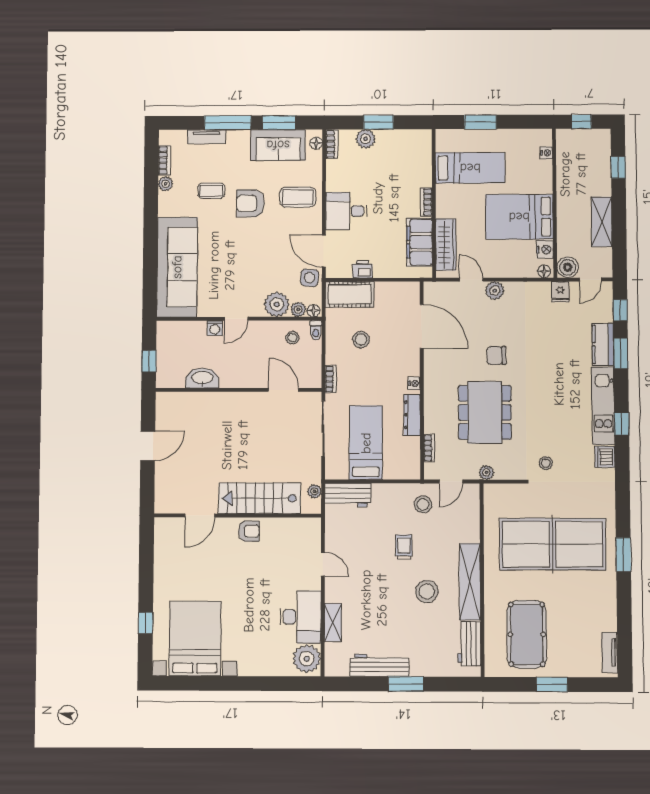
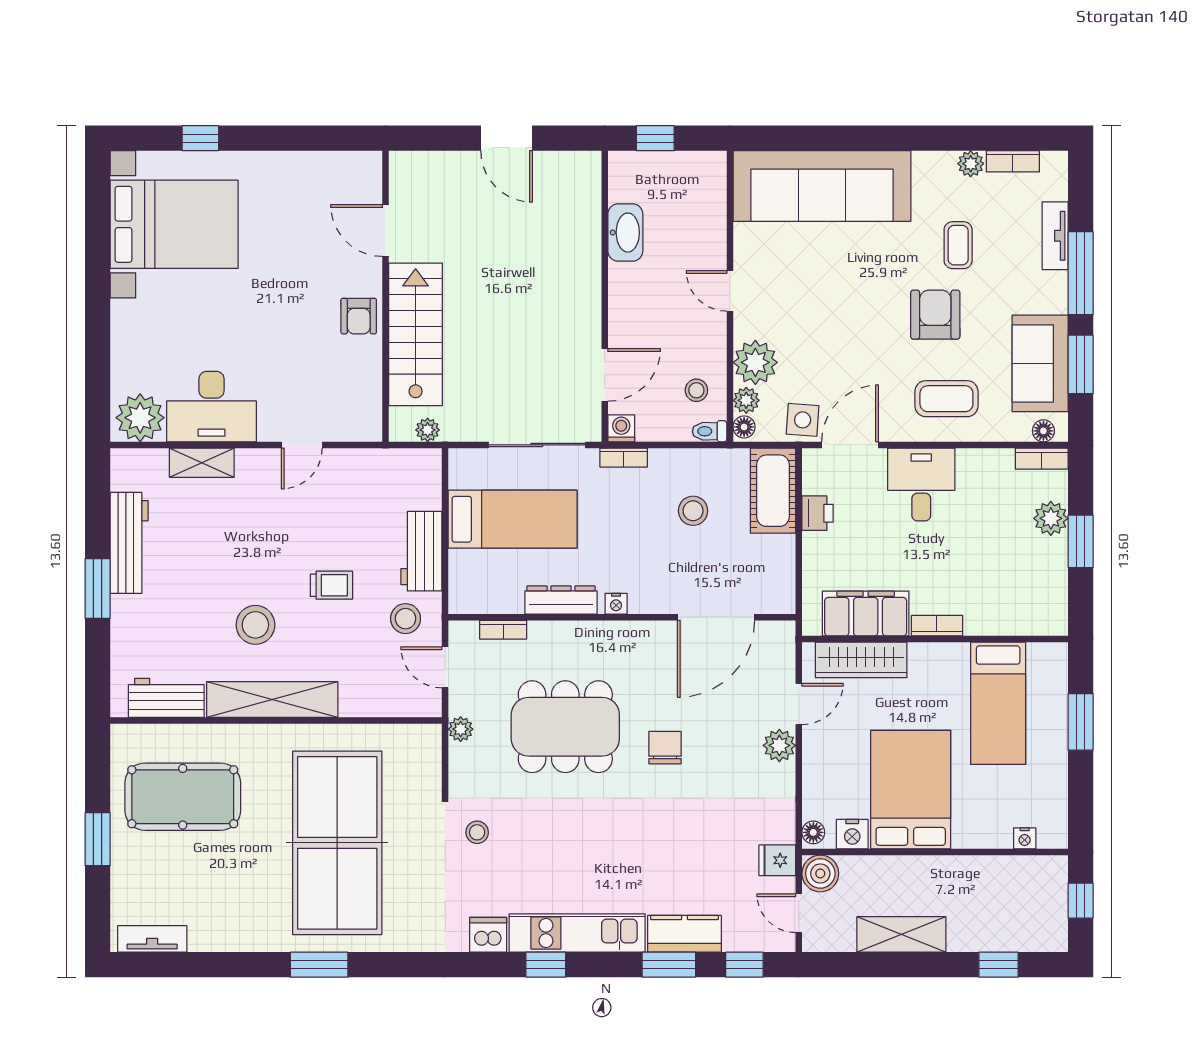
coffee table: (298, 197) -> (946, 399), turned 90
washing machine: (215, 328) -> (621, 428), moved, turned 90
workbench: (348, 495) -> (421, 551), moved

